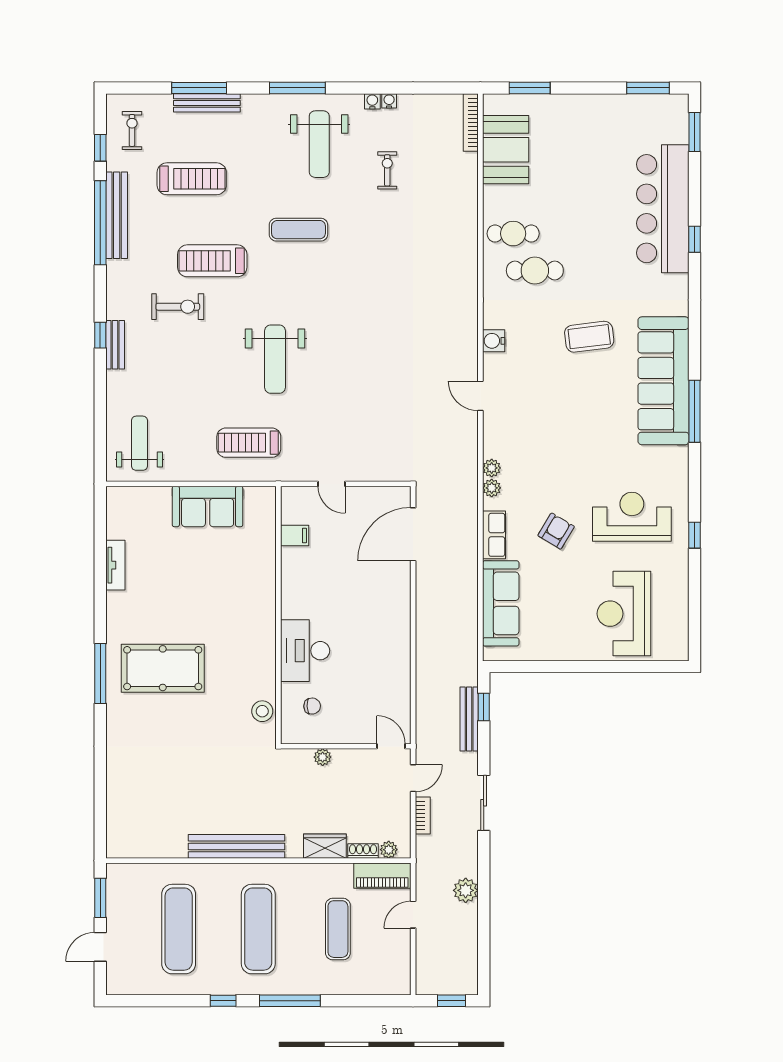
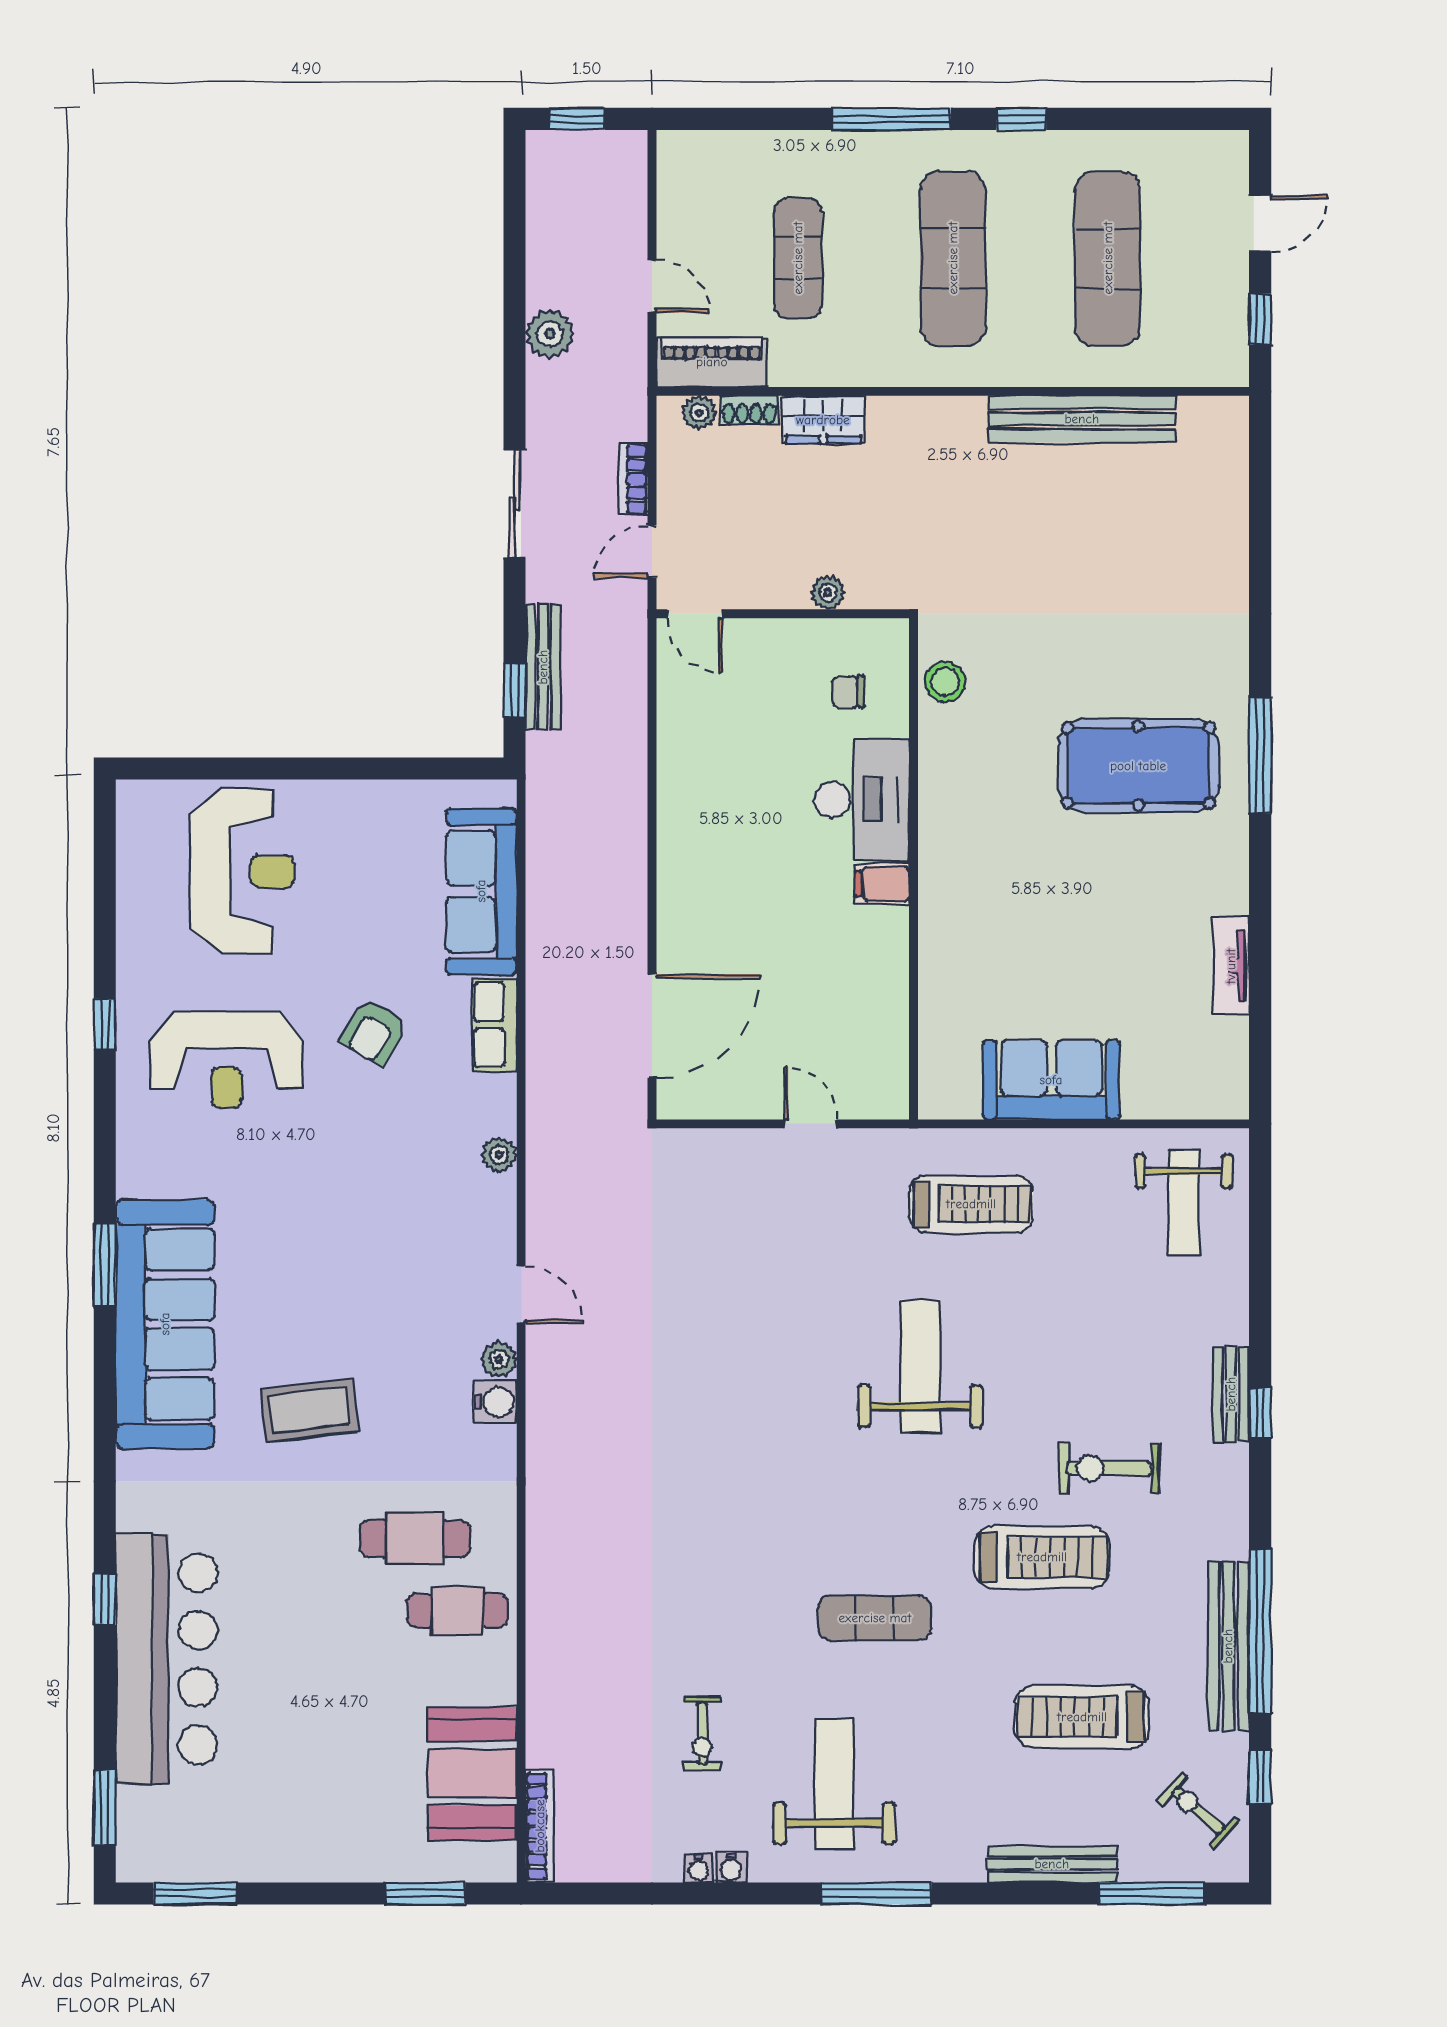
window: (199, 88) -> (1152, 1893), moved
exercise bike: (132, 130) -> (1198, 1811), turned 131
window: (694, 411) -> (105, 1265), width x0.69
plant: (492, 488) -> (499, 1359), moved
filing cabinet: (295, 536) -> (882, 884), moved
bench: (236, 846) -> (1082, 419), moved
window: (100, 898) -> (1260, 319), width x0.67
door: (413, 915) -> (652, 286), hinge flipped

